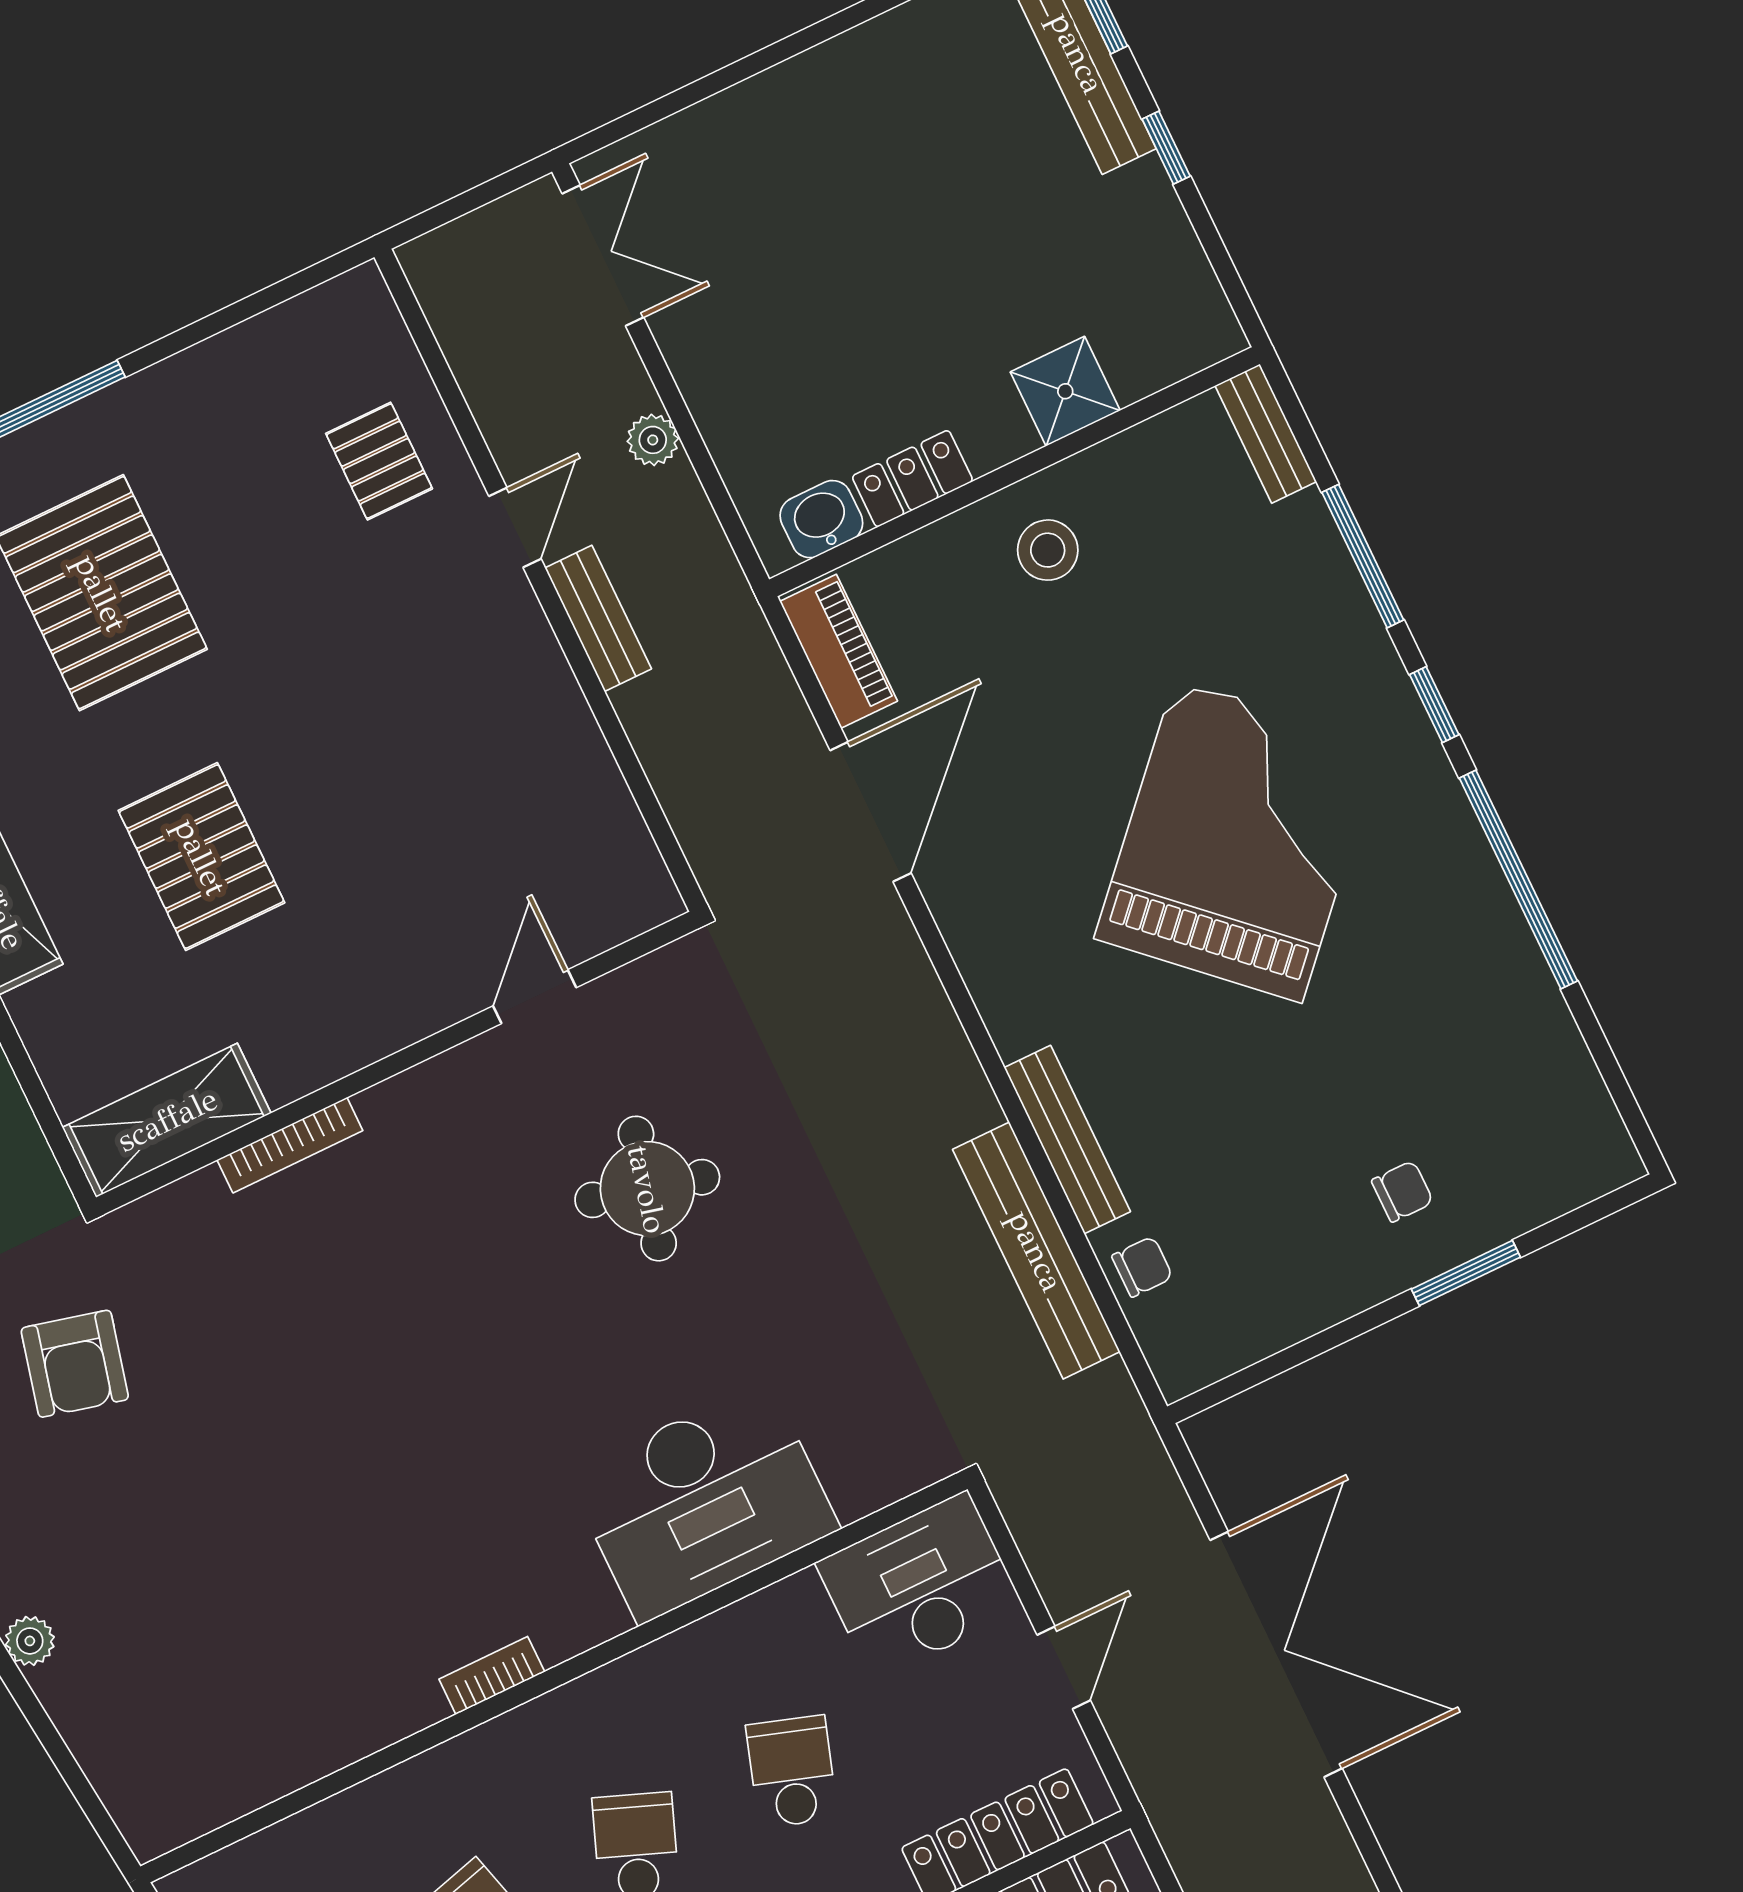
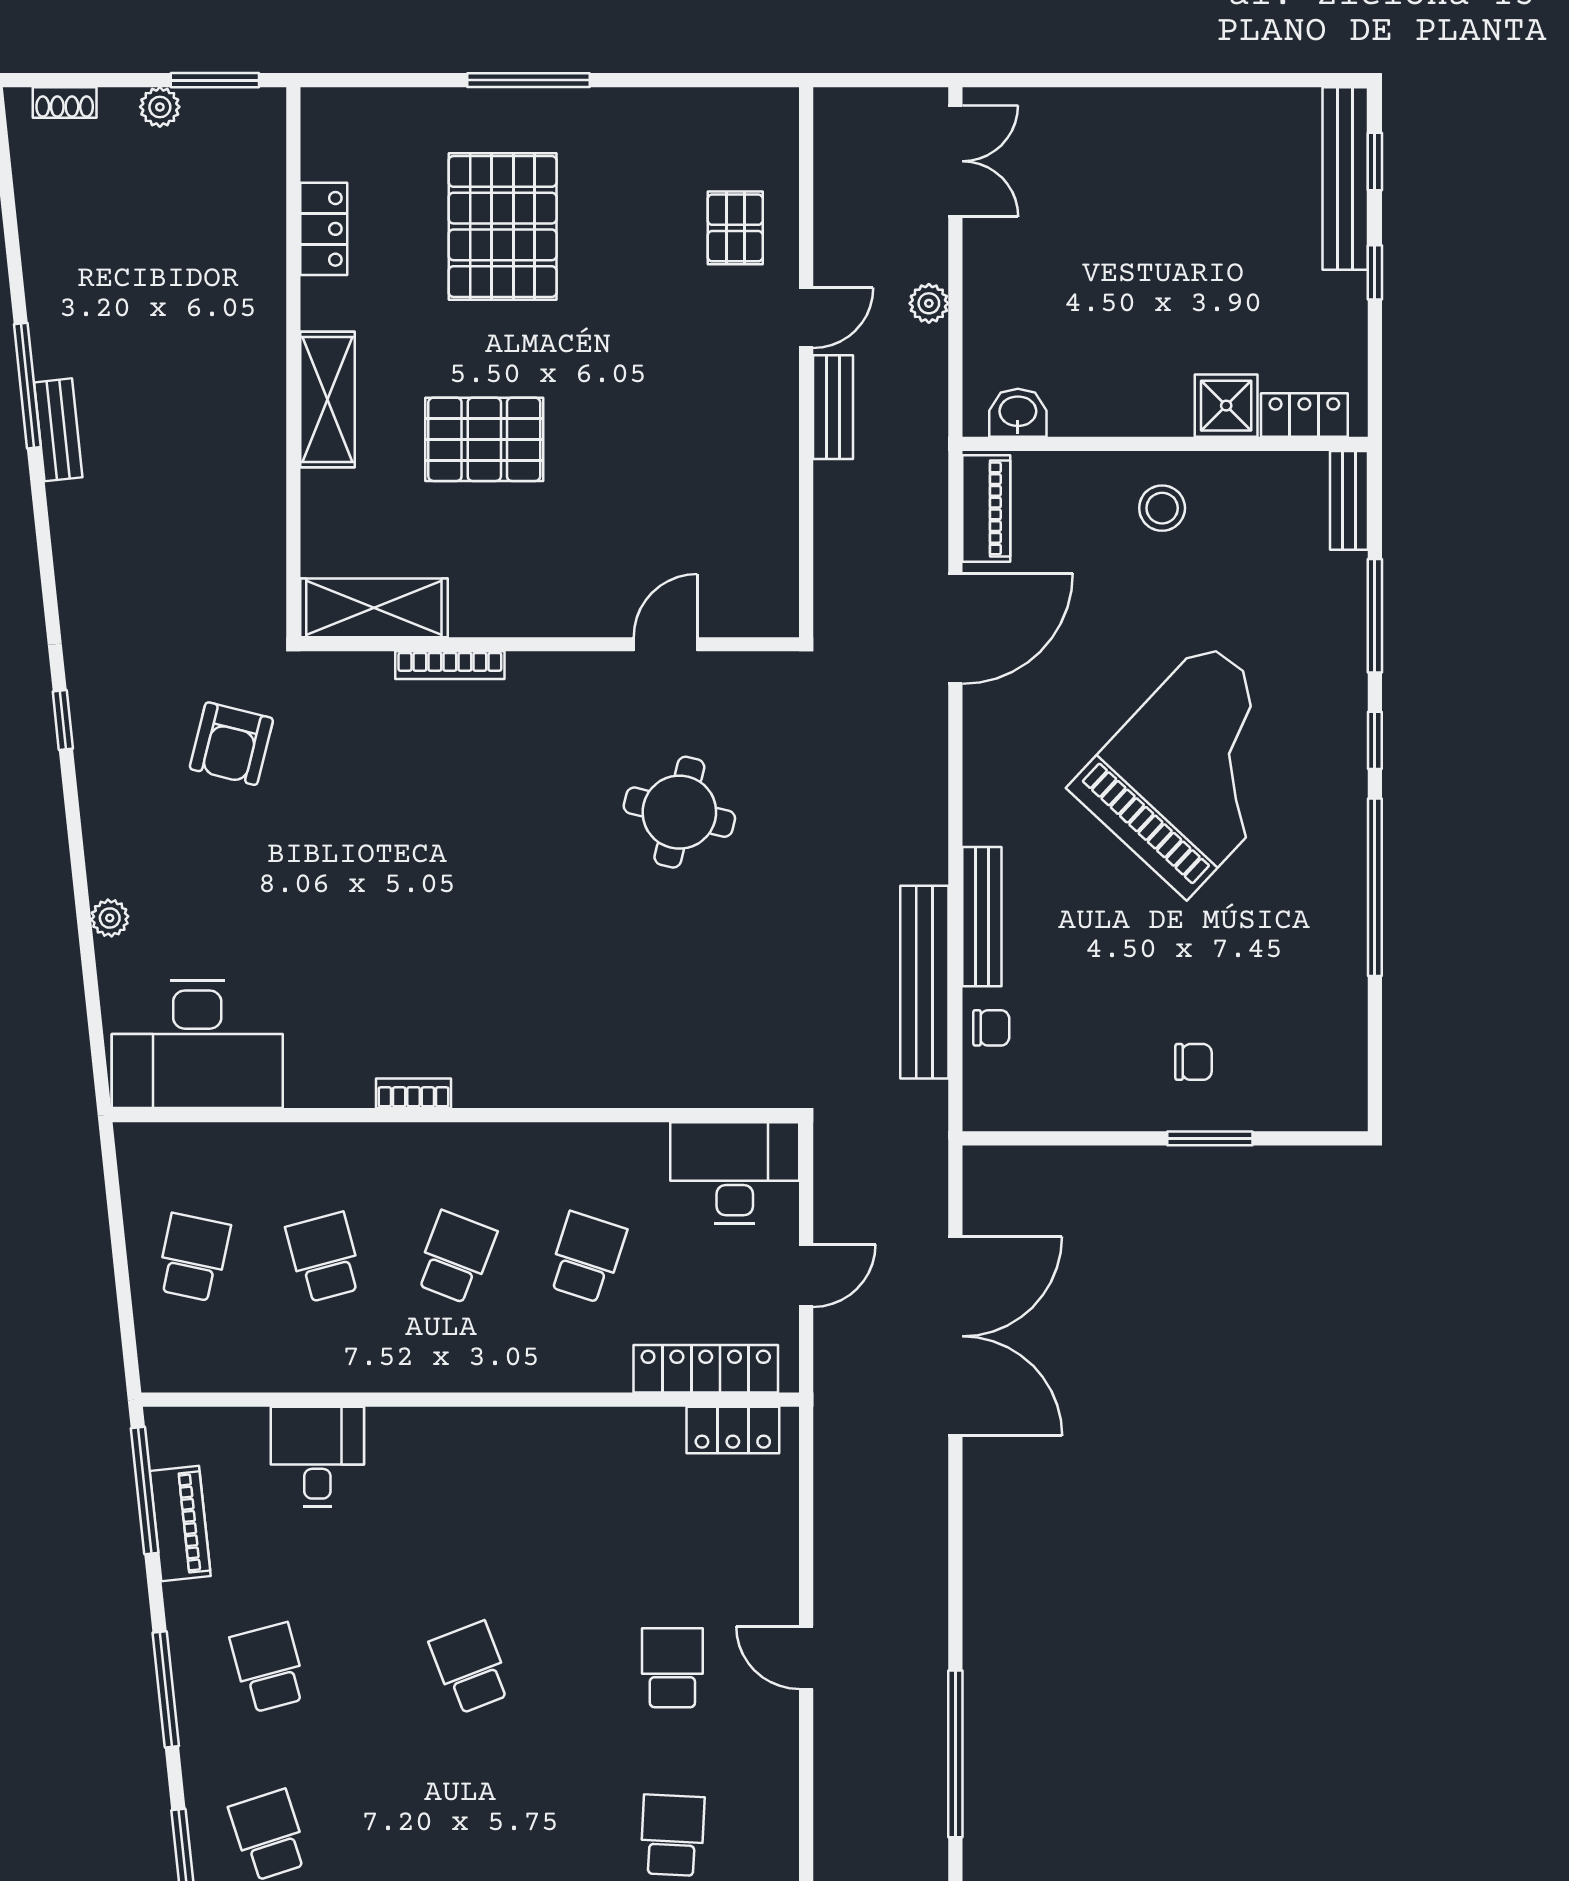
locker: (912, 479) -> (1304, 415), moved
pallet: (201, 857) -> (484, 439), turned 90
desk: (703, 1502) -> (197, 1044), moved

